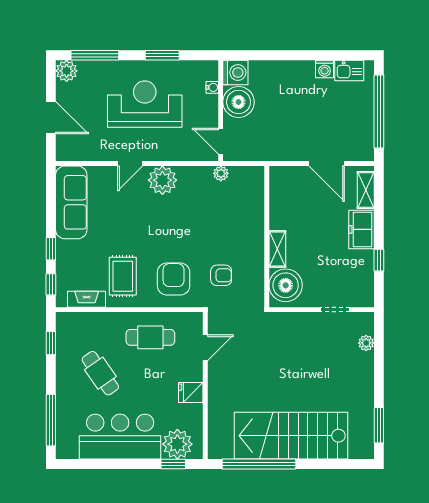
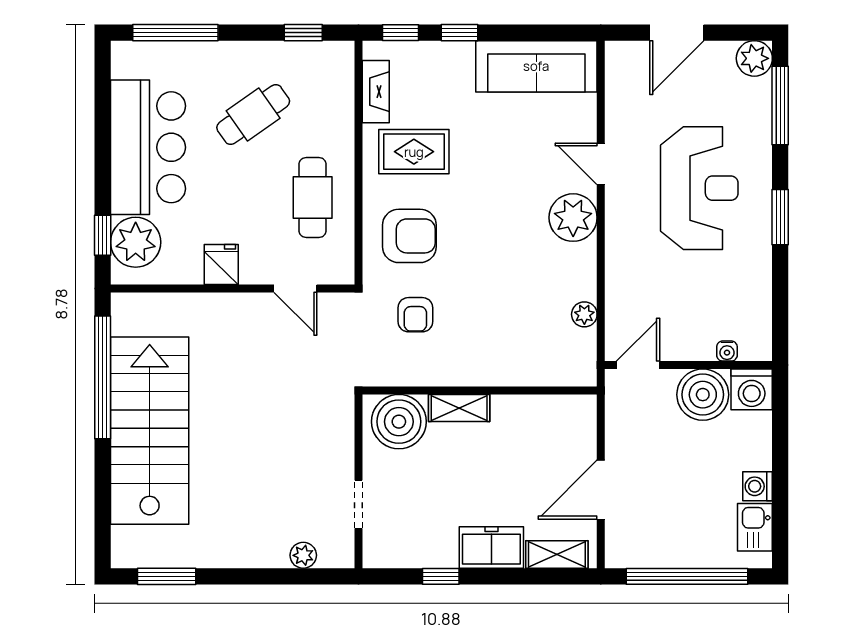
washing machine: (235, 72) -> (752, 389), moved
water cooler: (212, 87) -> (727, 351), moved
boiler: (239, 102) -> (703, 395), moved
wall: (221, 111) -> (688, 365), moved
door: (221, 141) -> (638, 365), moved

